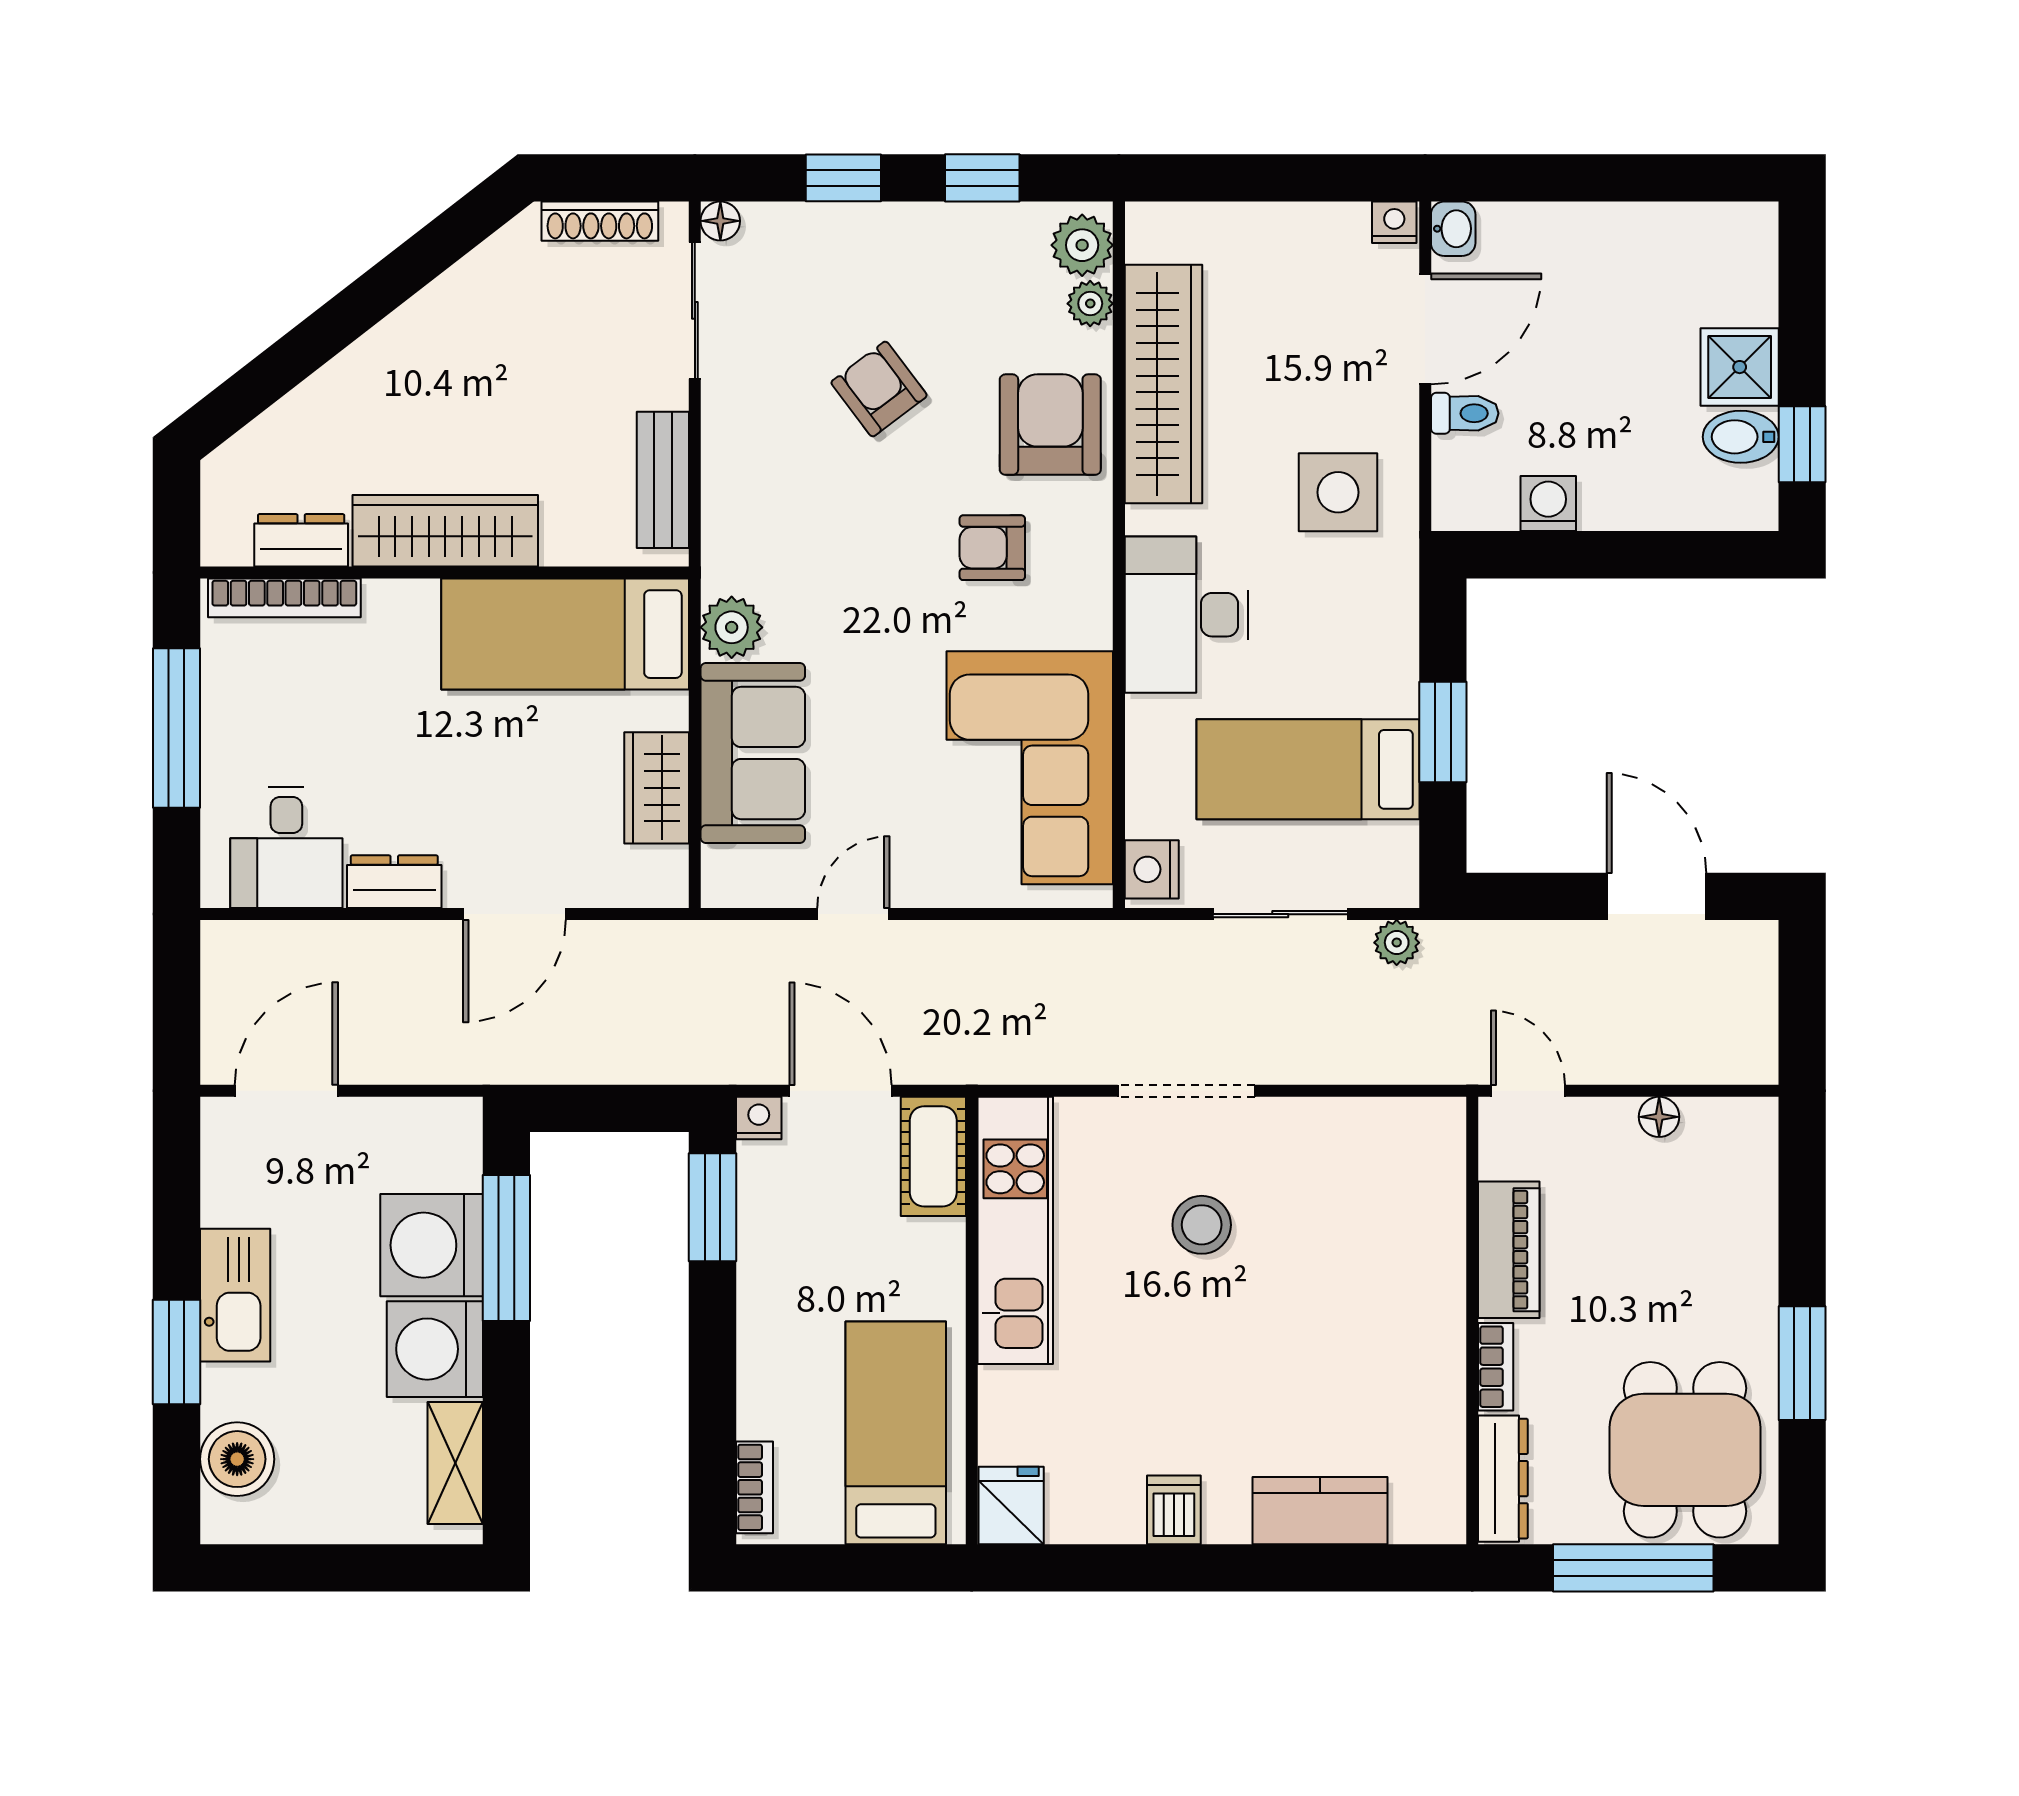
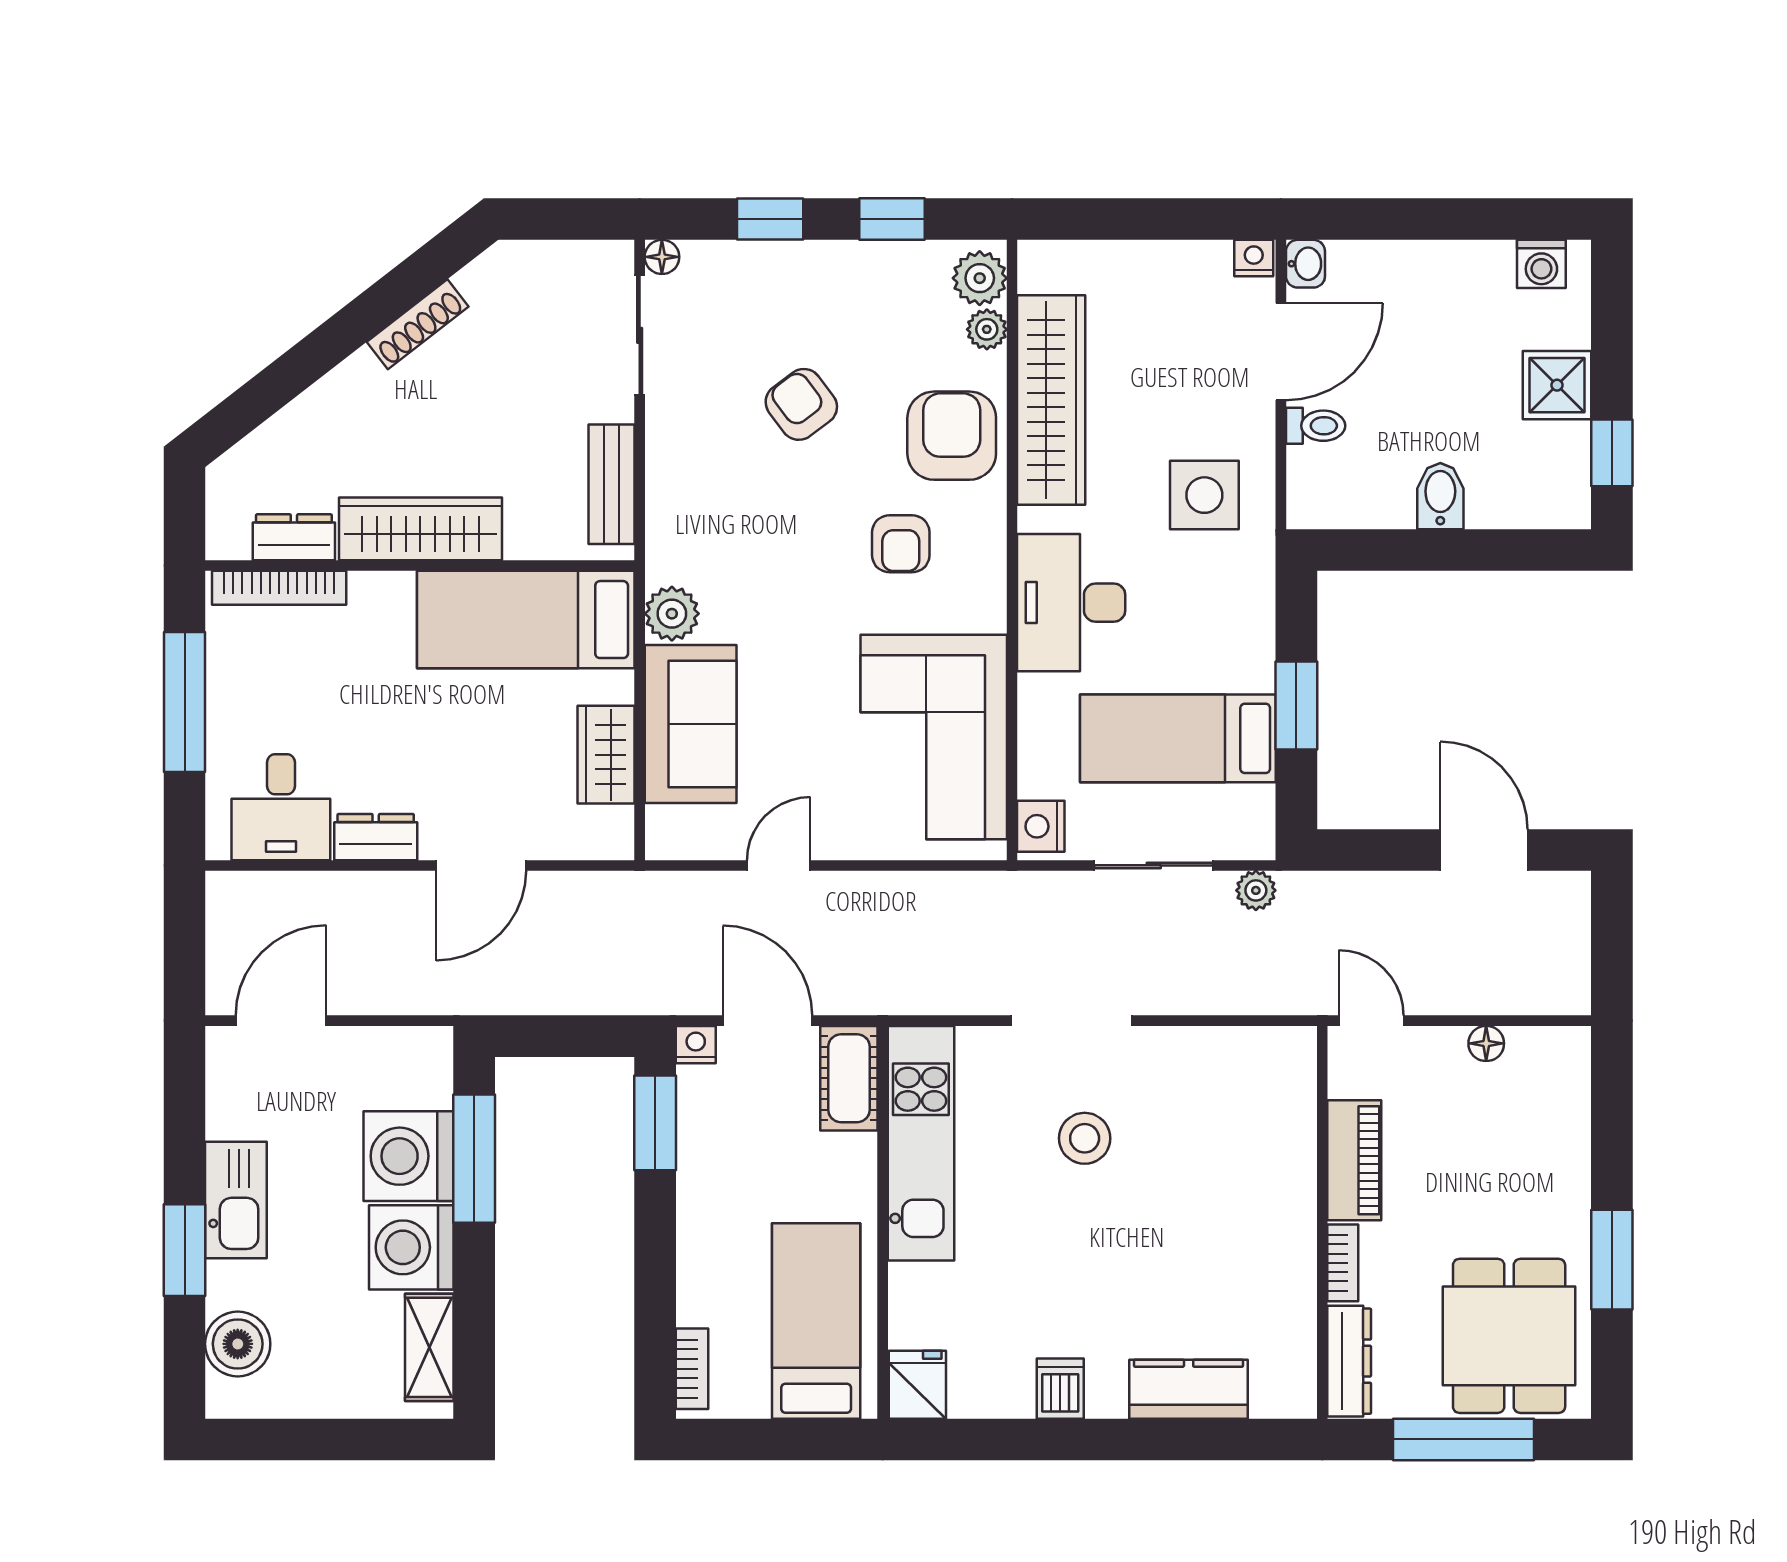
shoe rack: (600, 221) -> (418, 324), moved, turned -38
bidet: (1741, 437) -> (1440, 496), moved, turned 90
washing machine: (1548, 504) -> (1541, 264), moved, turned 180
armchair: (992, 548) -> (901, 544), turned -90

